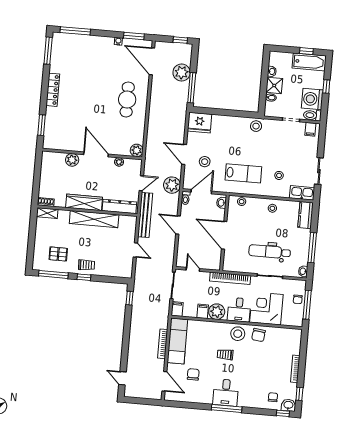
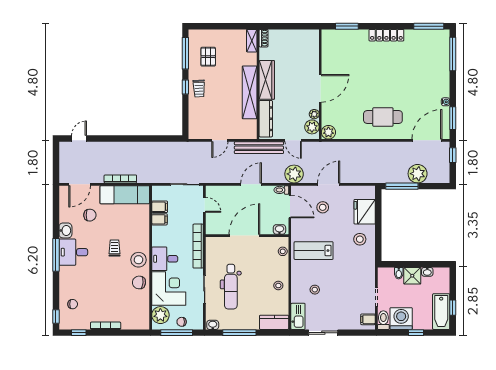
window: (180, 40) -> (453, 155), moved
fridge: (200, 123) -> (365, 212), moved
stool: (256, 126) -> (360, 239), moved
plant: (72, 160) -> (312, 127), moved
lab bench: (243, 173) -> (314, 251), turned 90
dental chair: (270, 252) -> (231, 287), turned 180
door: (193, 269) -> (204, 205), hinge flipped
window: (130, 298) -> (167, 139), removed
filing cabinet: (177, 309) -> (160, 207), moved
plant: (217, 312) -> (160, 315), moved
washbasin: (288, 405) -> (65, 230), moved

